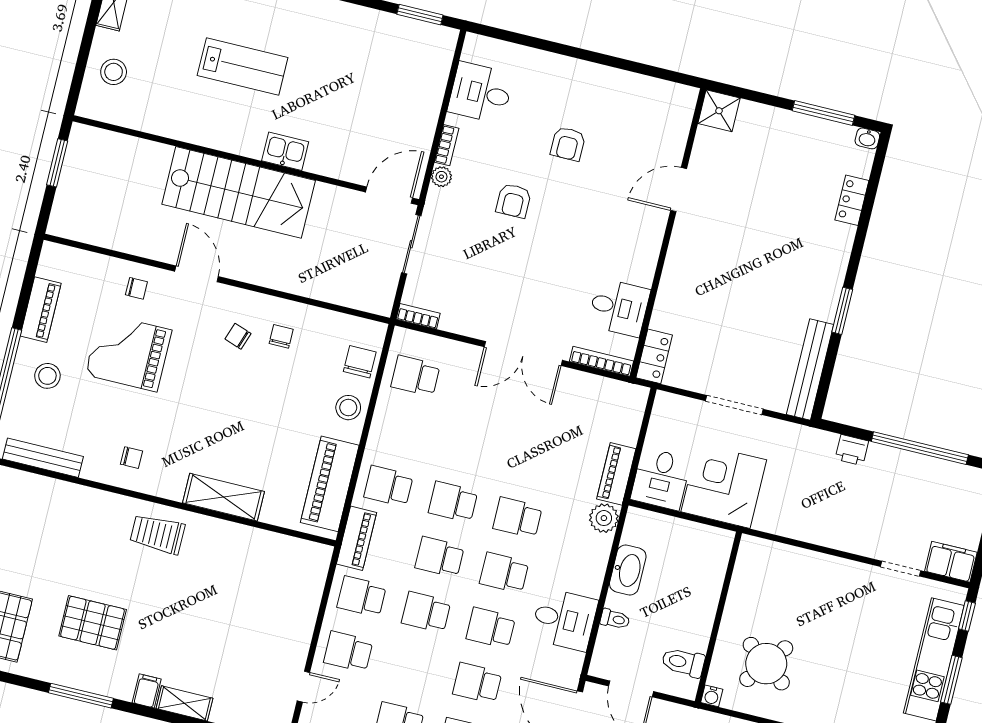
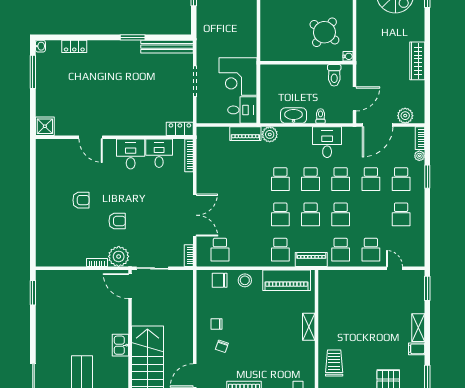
desk: (481, 93) -> (131, 154), moved, turned 180
plant: (441, 177) -> (119, 256), width x1.88, depth x1.88
double door: (523, 354) -> (195, 215), moved
printer: (852, 450) -> (203, 15), removed
shelving: (224, 497) -> (309, 327), width x0.67, depth x0.75
trolley: (157, 534) -> (334, 363), turned 180

